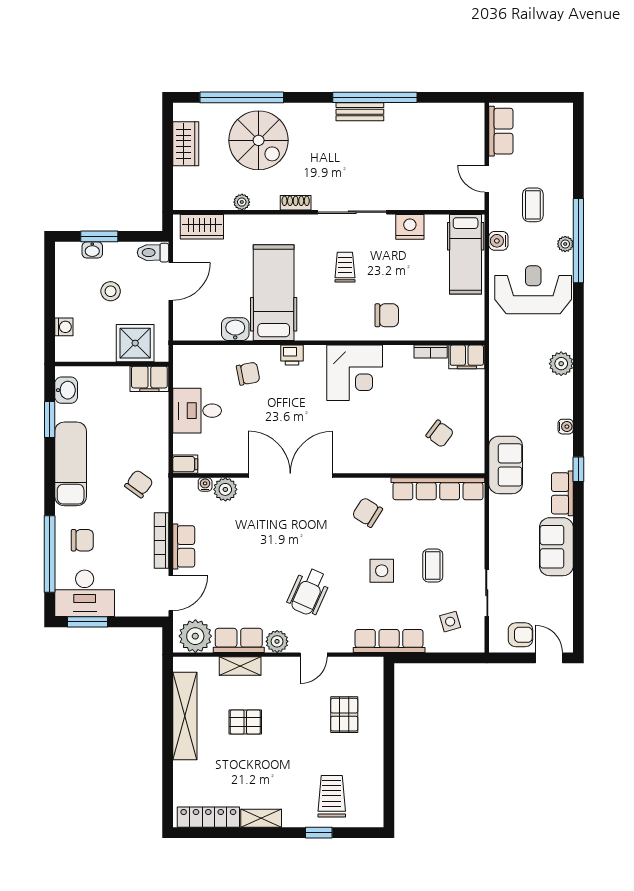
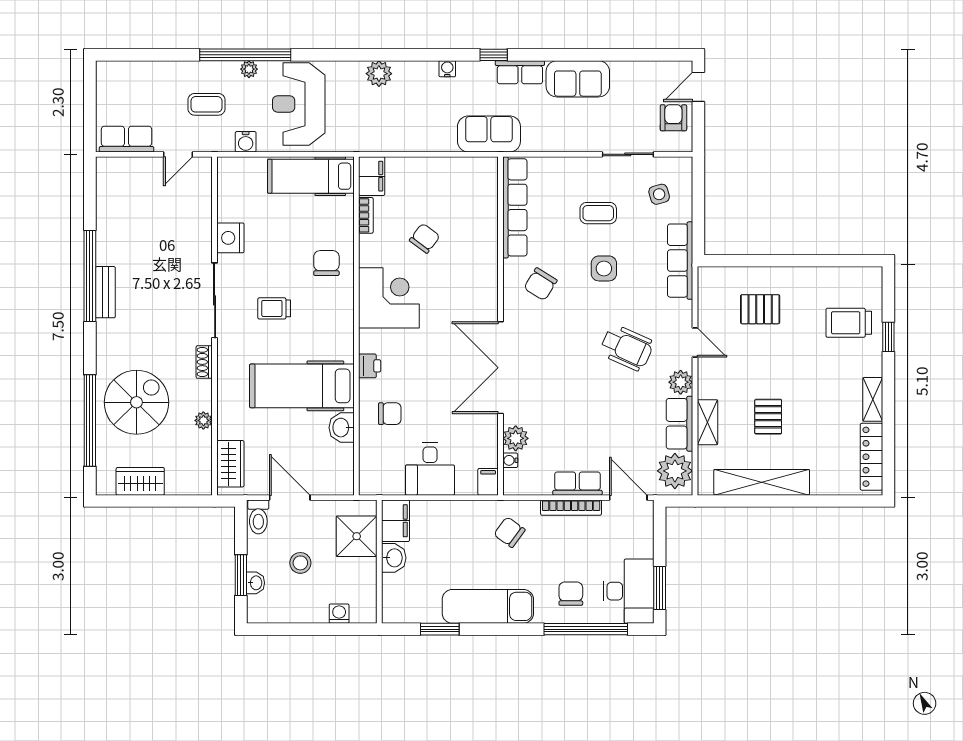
hospital bed: (466, 254) -> (311, 176), moved, turned 180
chair: (248, 374) -> (390, 414), turned 101
washbasin: (66, 390) -> (394, 558), moved, turned 90
chair: (440, 434) -> (425, 238), moved

